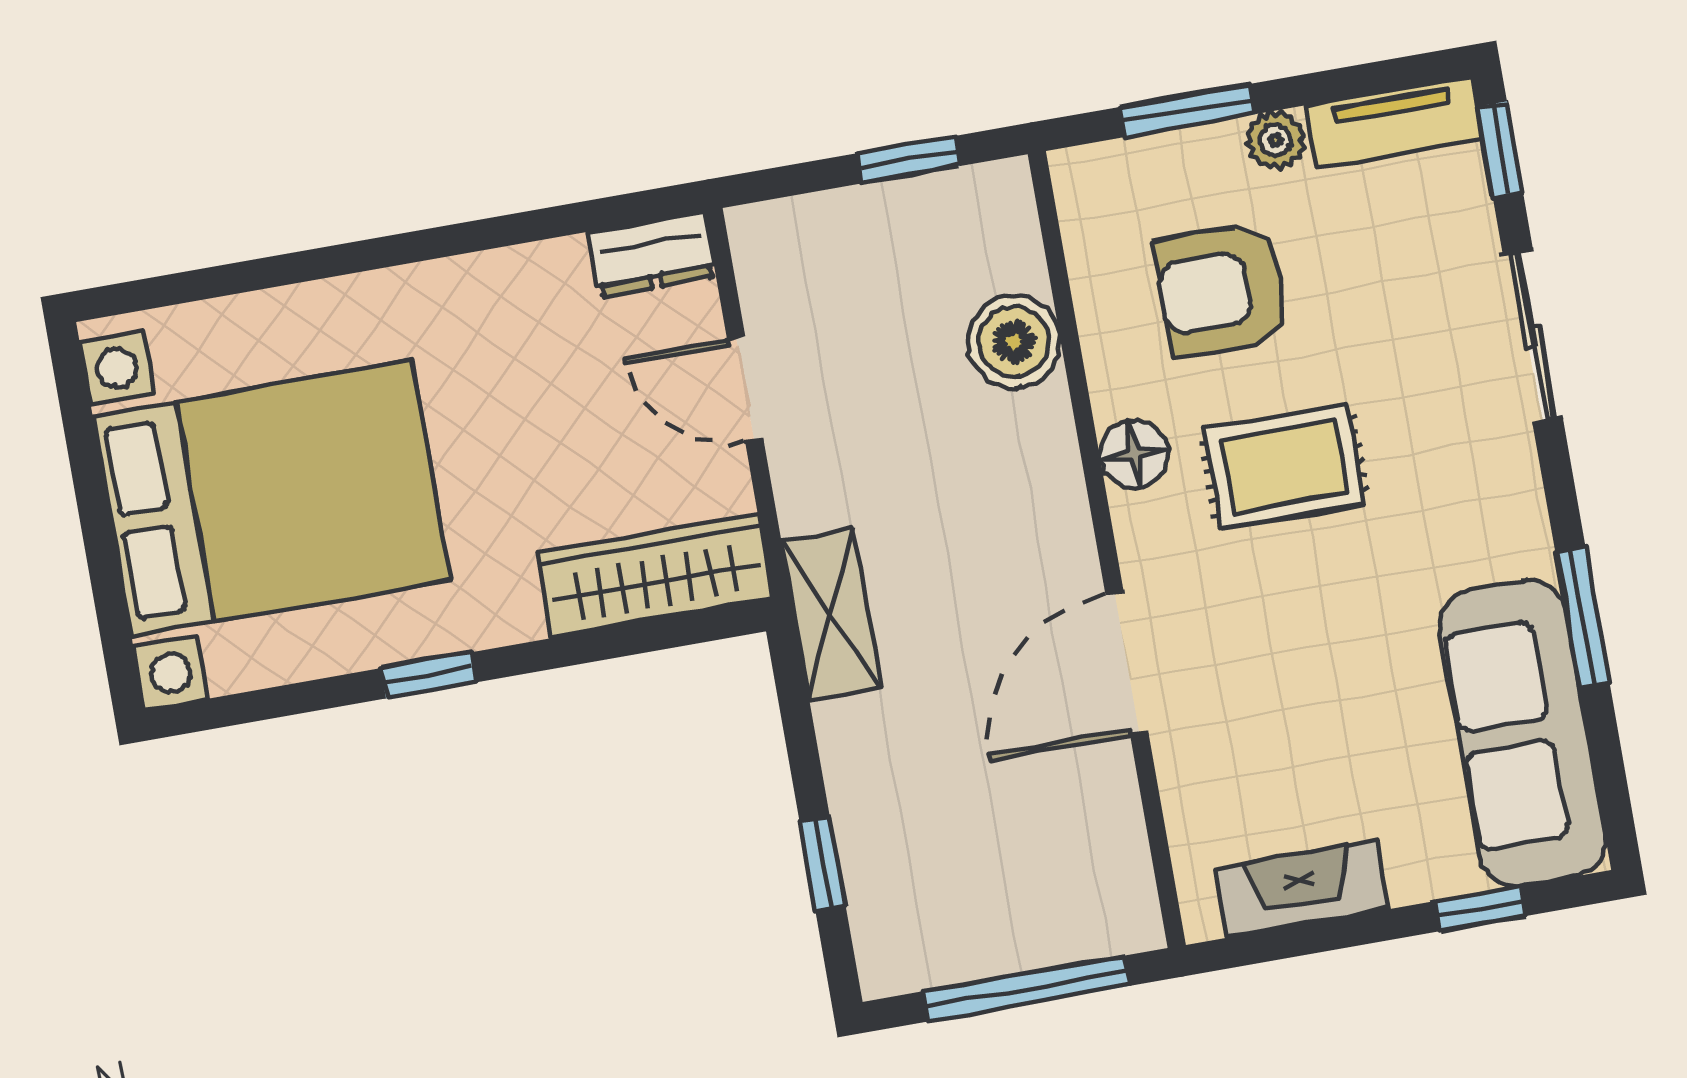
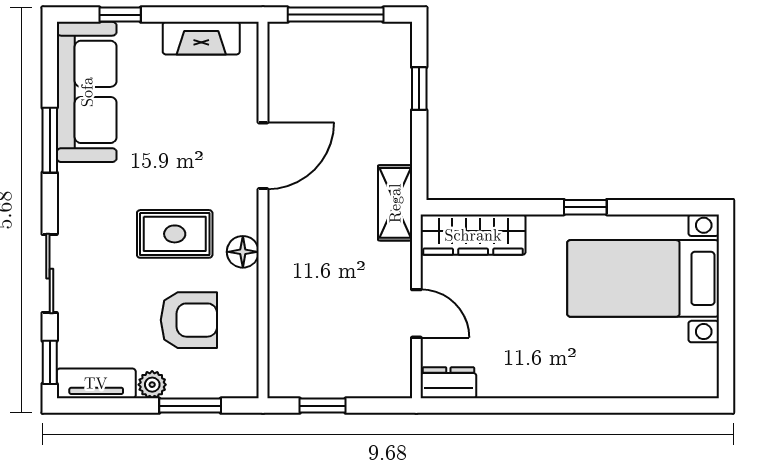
boiler: (1014, 342) -> (289, 313), removed
bed with nightstands: (272, 498) -> (643, 278), width x0.73

